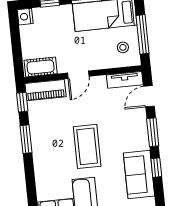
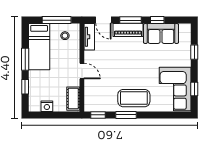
nightstand: (25, 17) -> (47, 106), moved
piano: (45, 90) -> (128, 30), moved, turned 90
coffee table: (87, 146) -> (134, 98), moved

